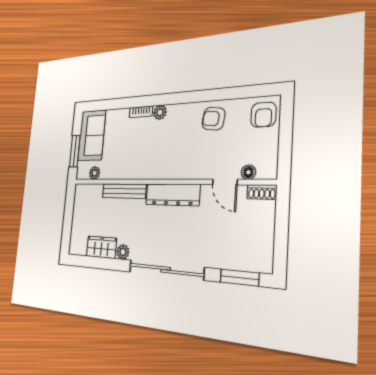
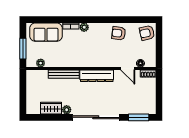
armchair: (263, 115) -> (147, 33), turned 77
sofa: (92, 135) -> (46, 32), moved, turned 90

